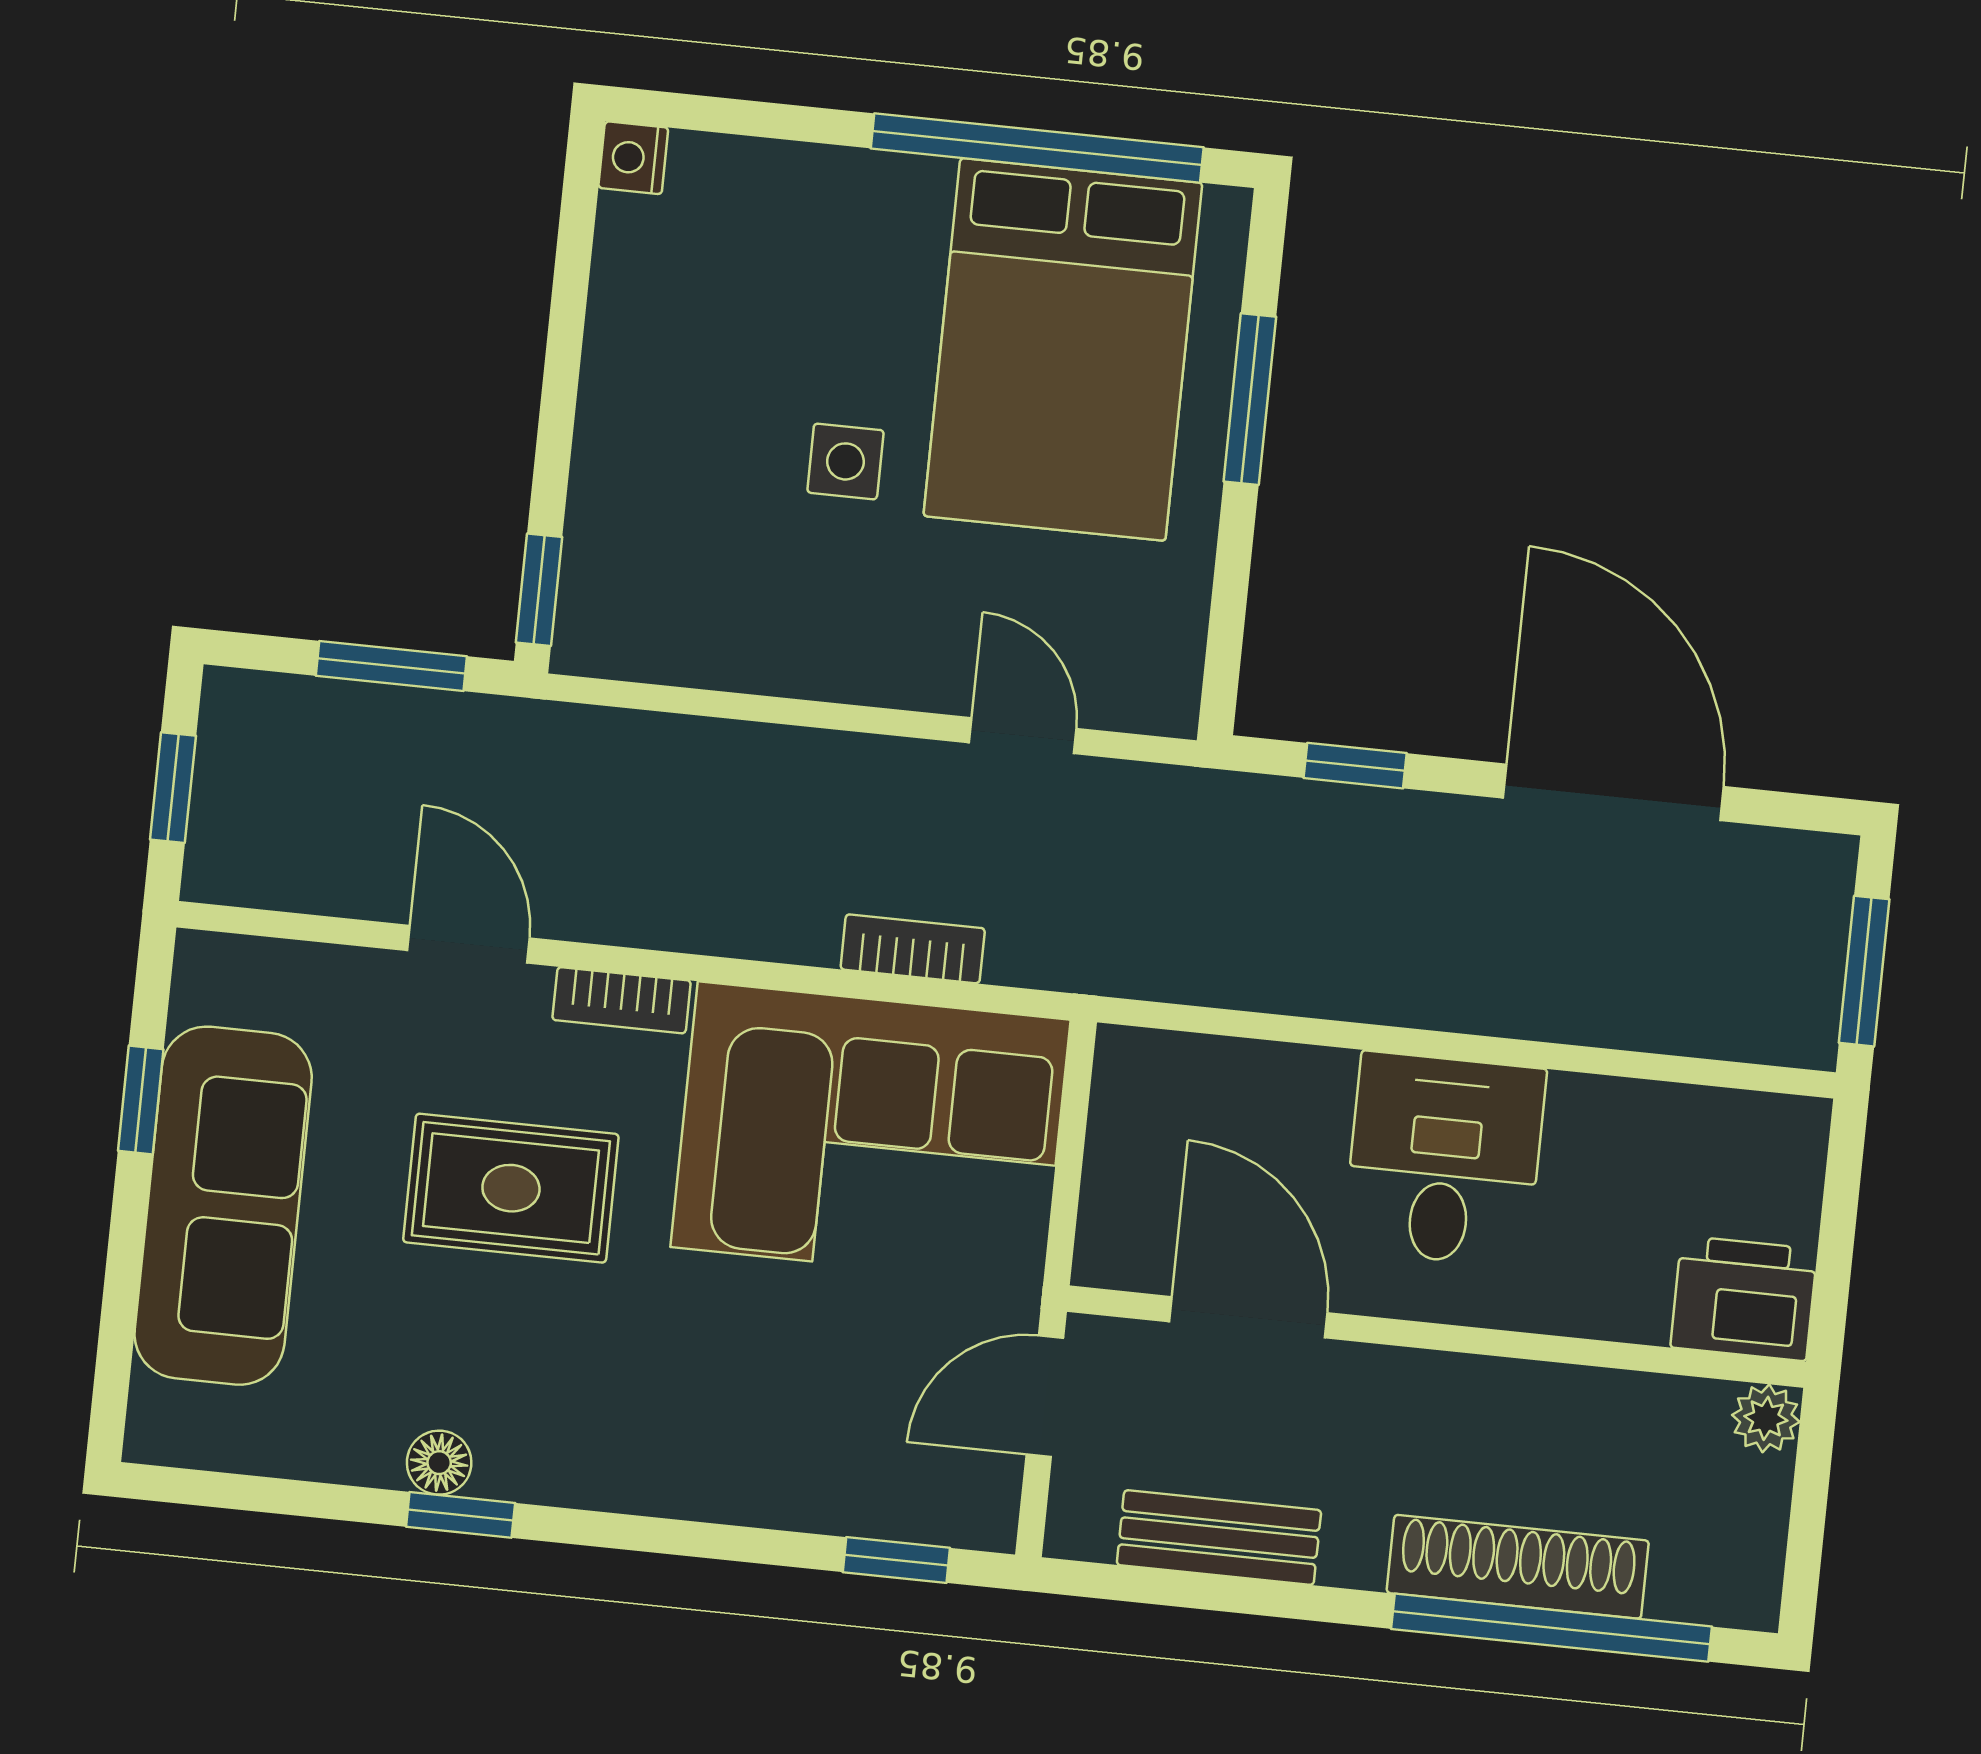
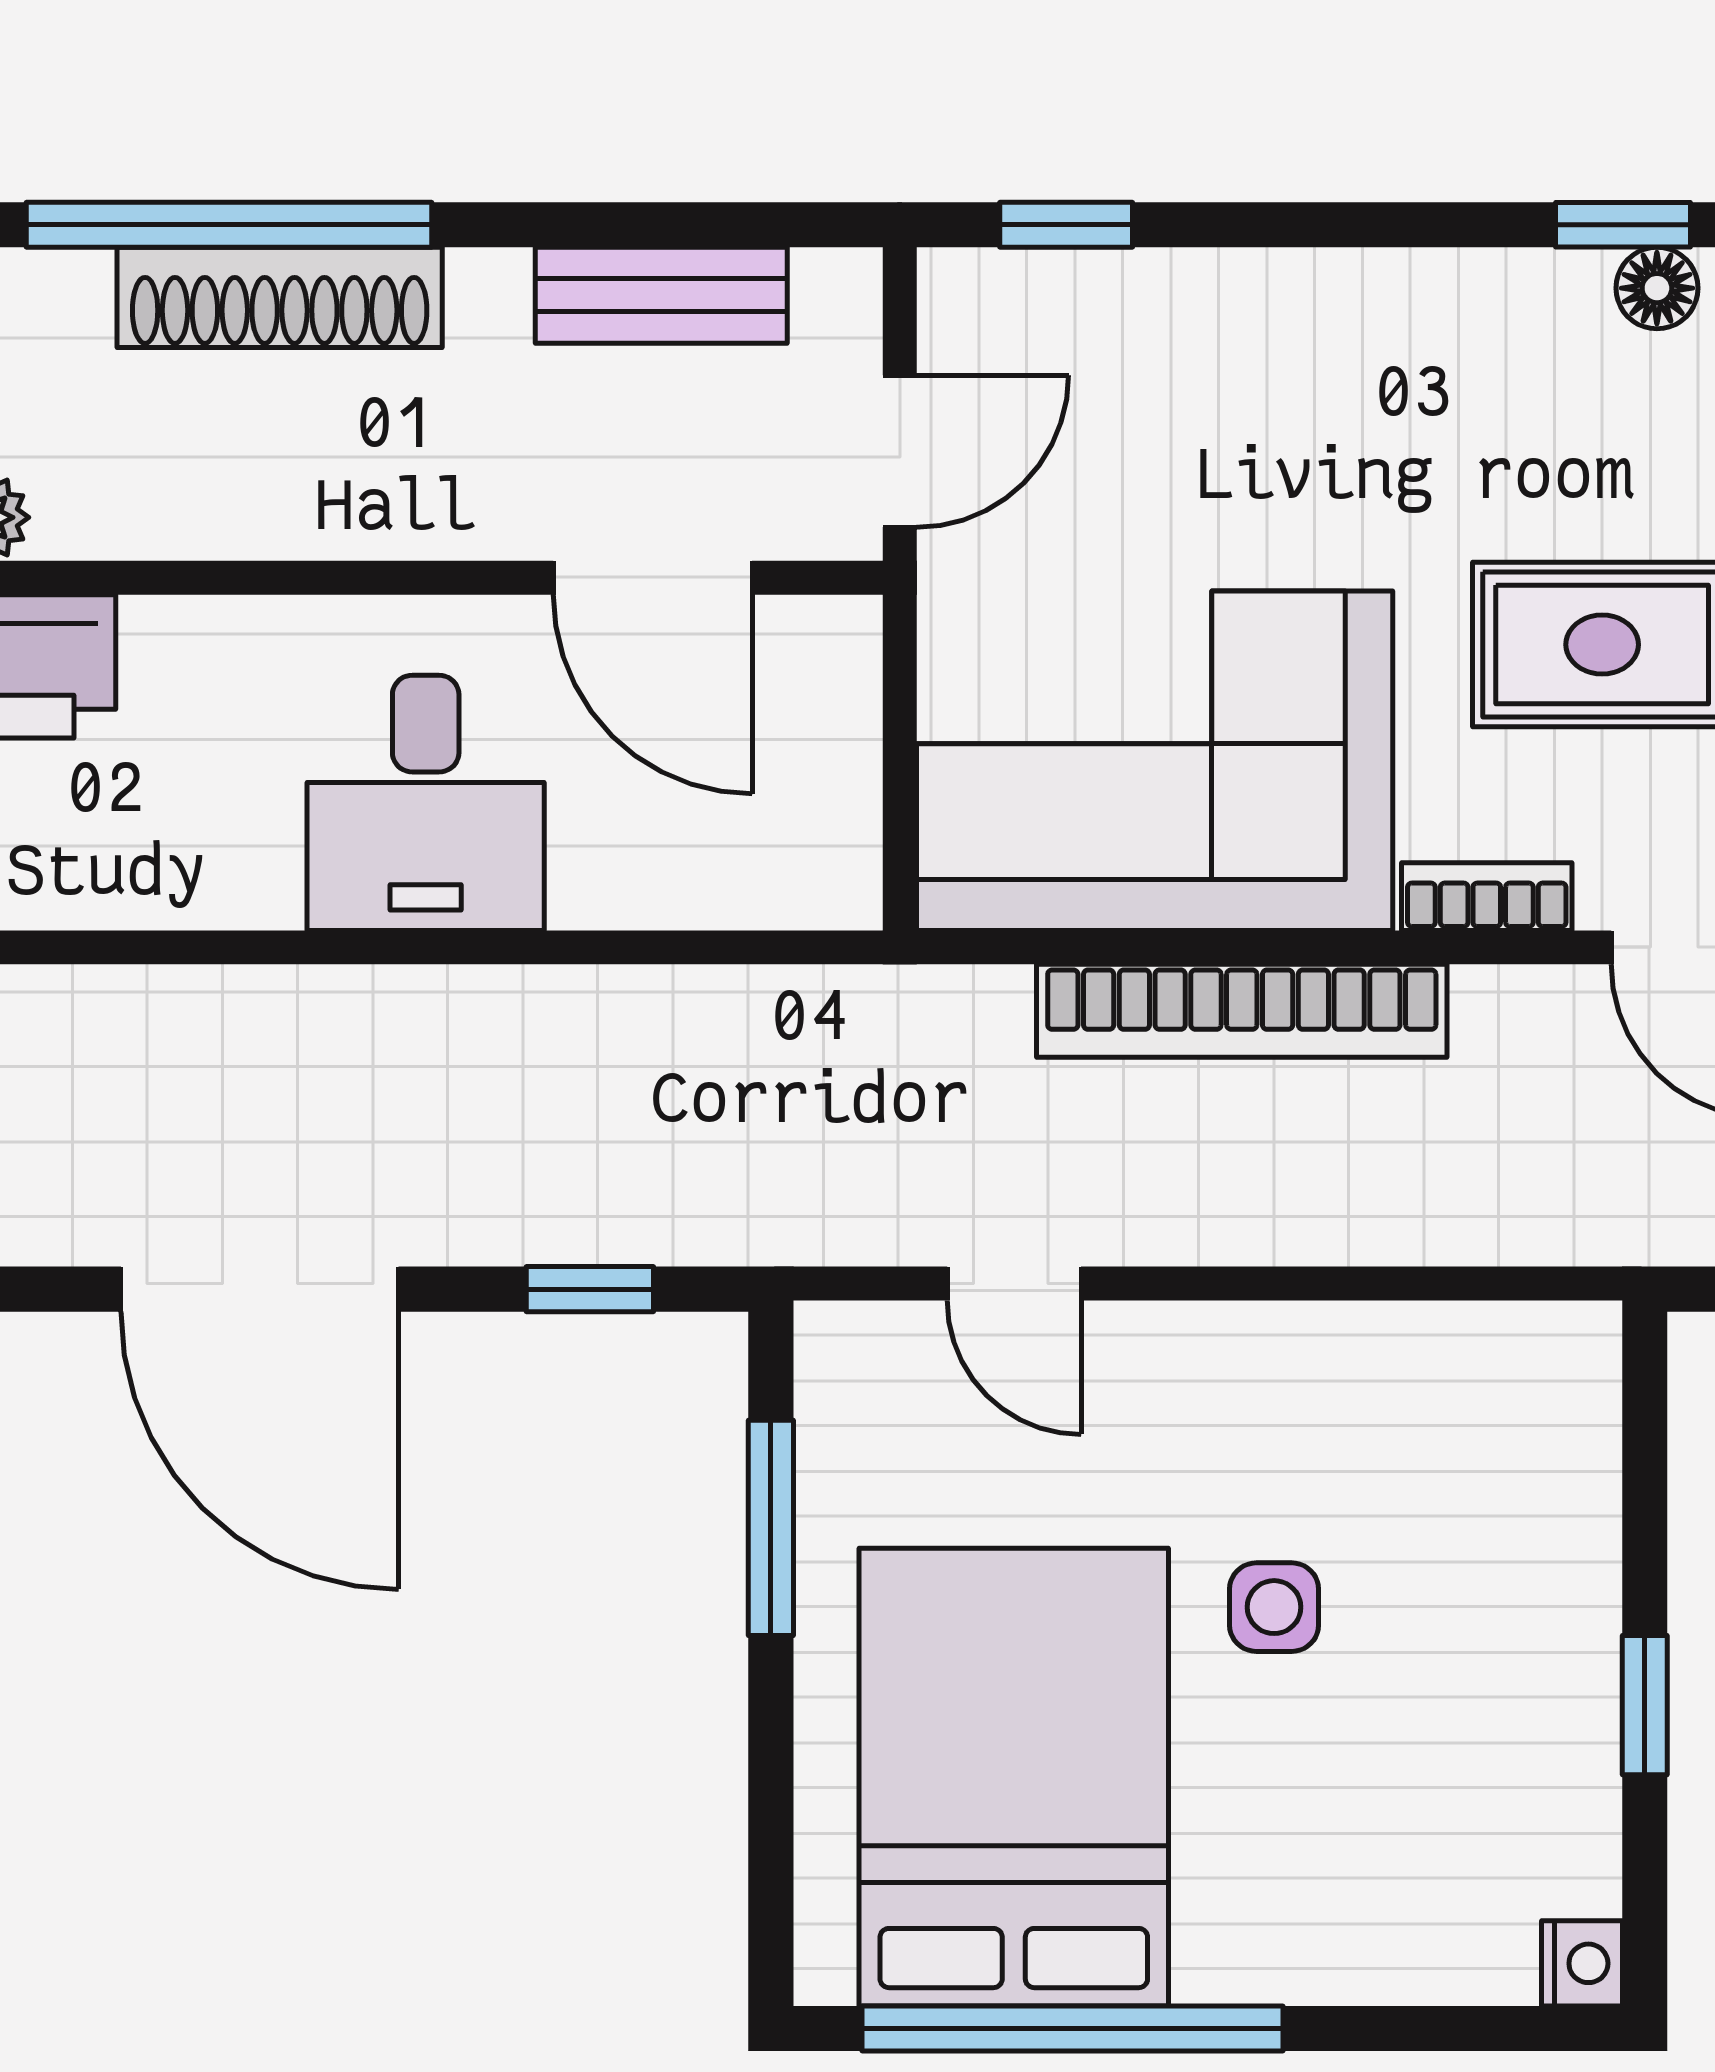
window: (1250, 399) -> (771, 1528), moved
window: (539, 590) -> (1645, 1705), moved
bookcase: (913, 949) -> (1242, 1011), width x2.31, depth x1.31

